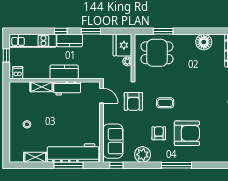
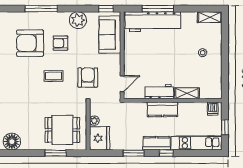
door: (101, 96) -> (122, 84), swing flipped
armchair: (159, 133) -> (60, 43), turned 90
shelving: (35, 157) -> (210, 17), moved

